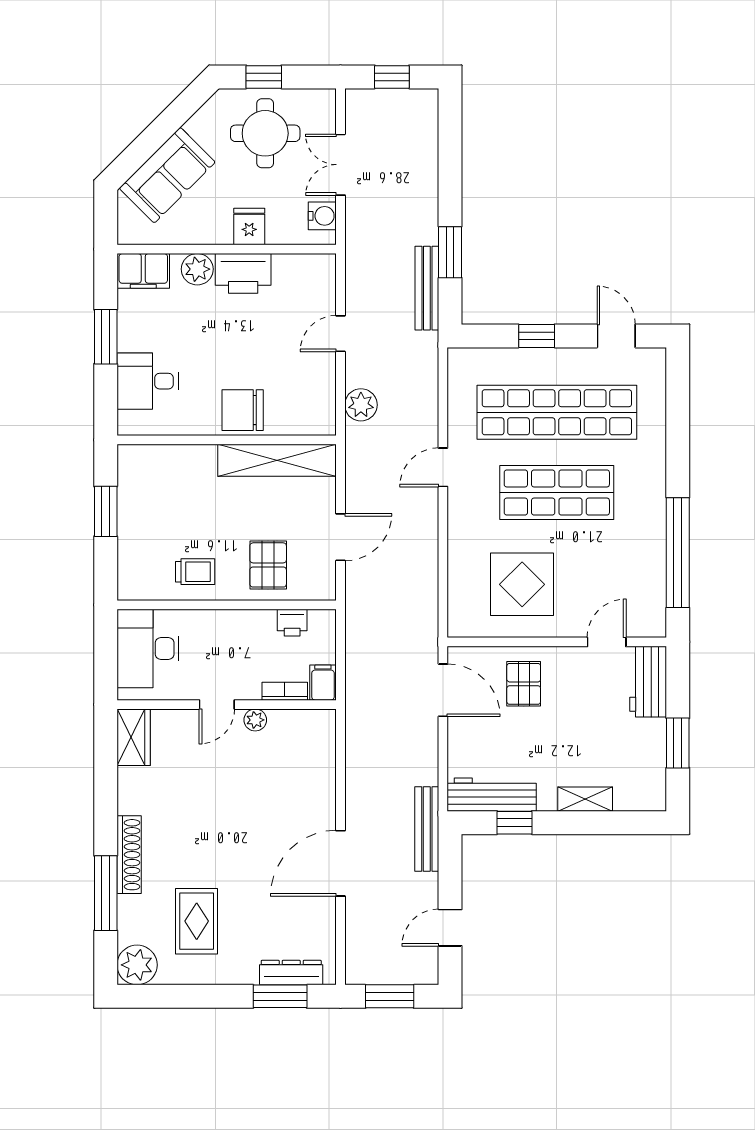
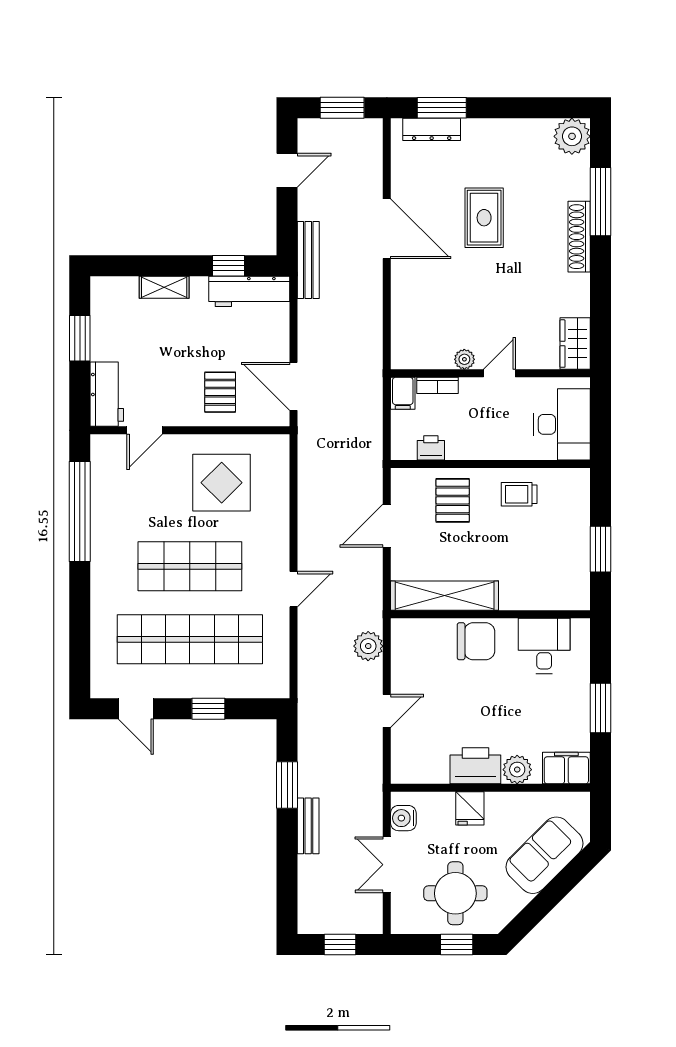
double door: (340, 165) -> (387, 865), swing flipped
bench: (427, 288) -> (308, 826), moved, width x0.73
desk: (148, 381) -> (544, 646), moved, turned -90
door: (340, 863) -> (387, 229), hinge flipped
rug: (197, 921) -> (484, 218), moved

